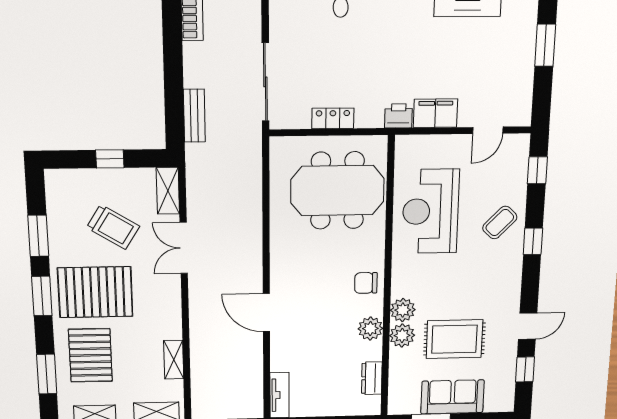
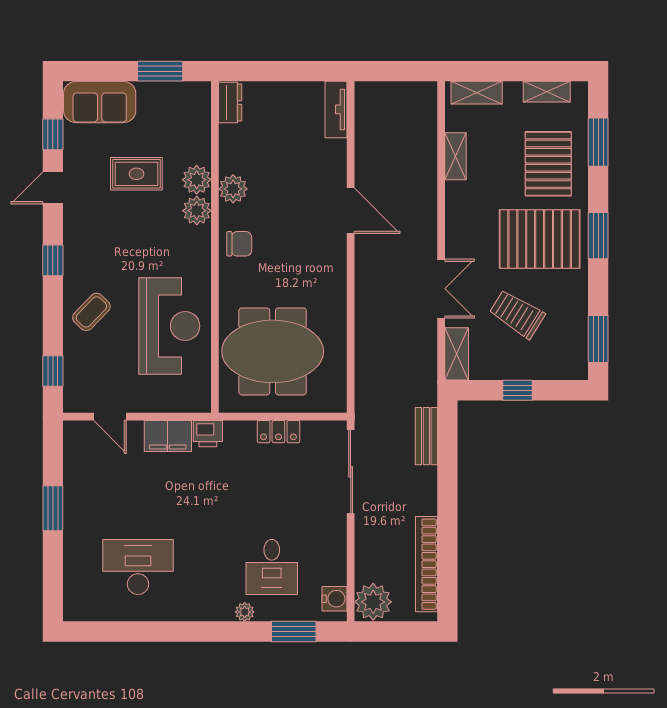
door: (488, 130) -> (110, 417), swing flipped
window: (38, 236) -> (598, 339), moved
window: (533, 241) -> (53, 260), moved
rug: (454, 339) -> (136, 174), width x0.73, depth x0.70
dresser: (372, 378) -> (230, 103), moved
sofa: (452, 397) -> (100, 102), moved

